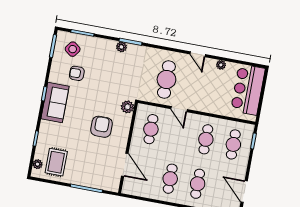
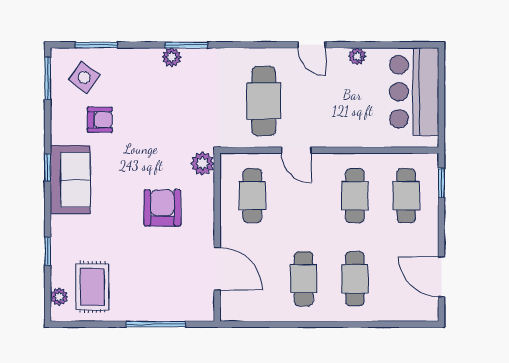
armchair: (77, 73) -> (100, 120), turned 180

